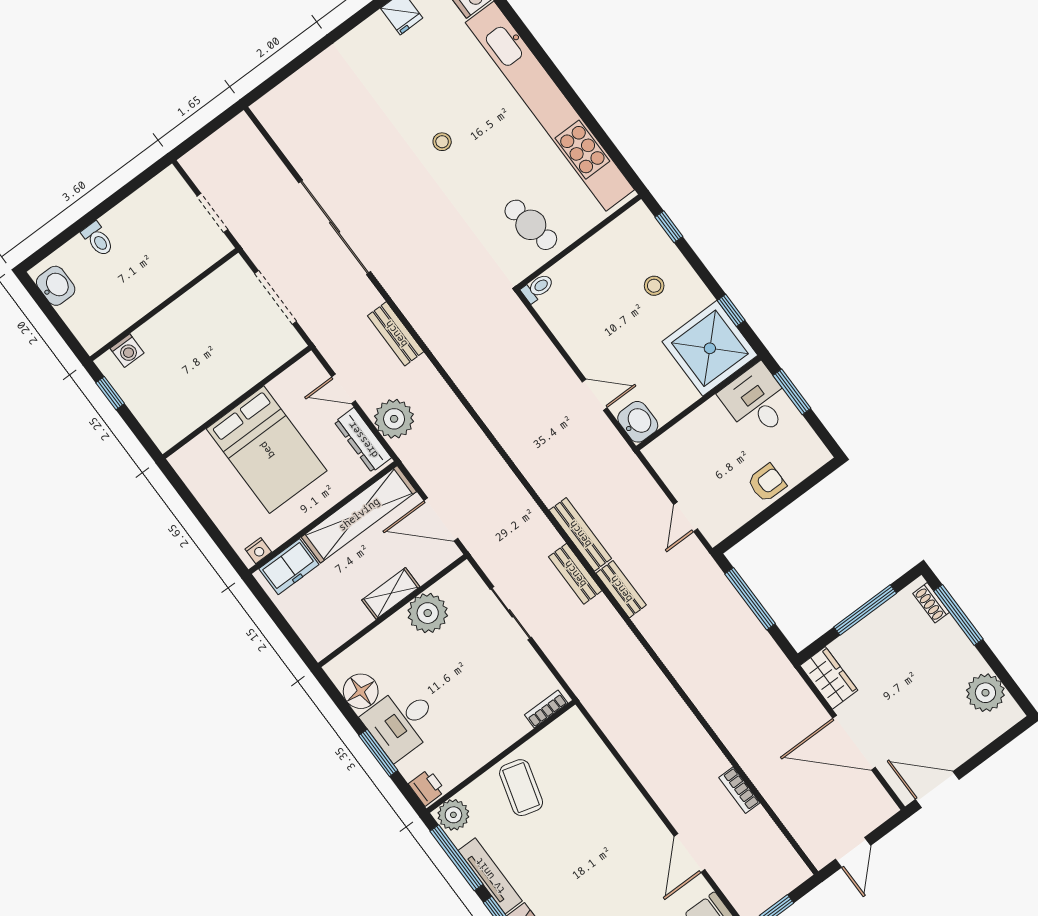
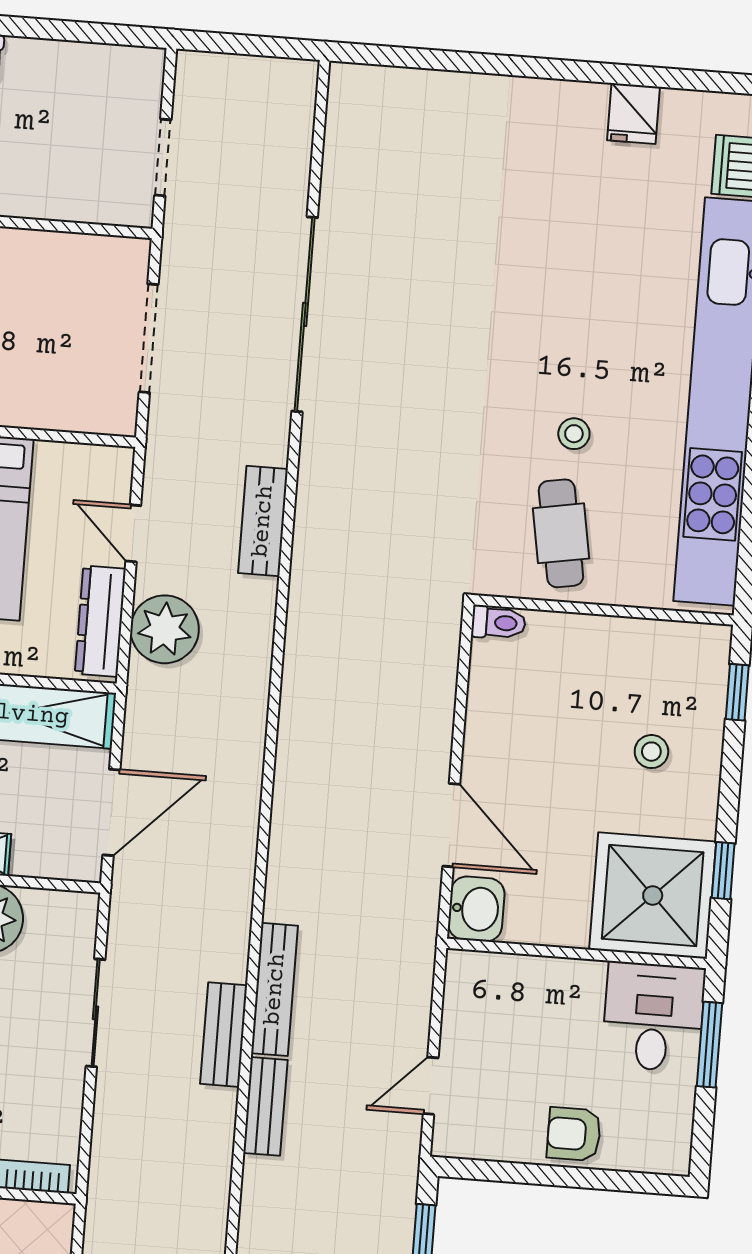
stool: (442, 142) -> (574, 434), moved
door: (595, 395) -> (451, 825), width x1.38
armchair: (767, 483) -> (574, 1134), turned 180
door: (441, 519) -> (111, 812), swing flipped

